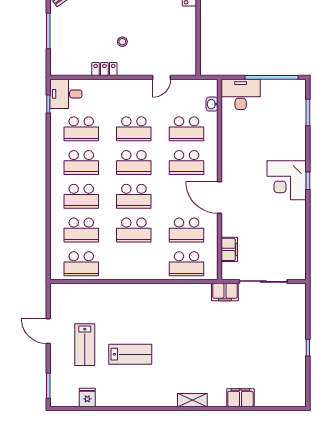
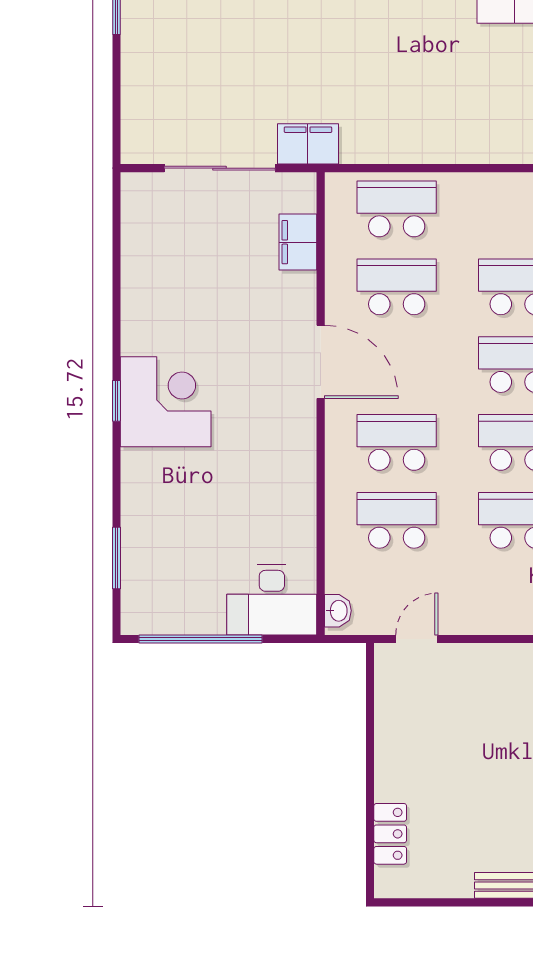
door: (162, 77) -> (417, 639), moved
washbasin: (212, 104) -> (338, 611), moved

